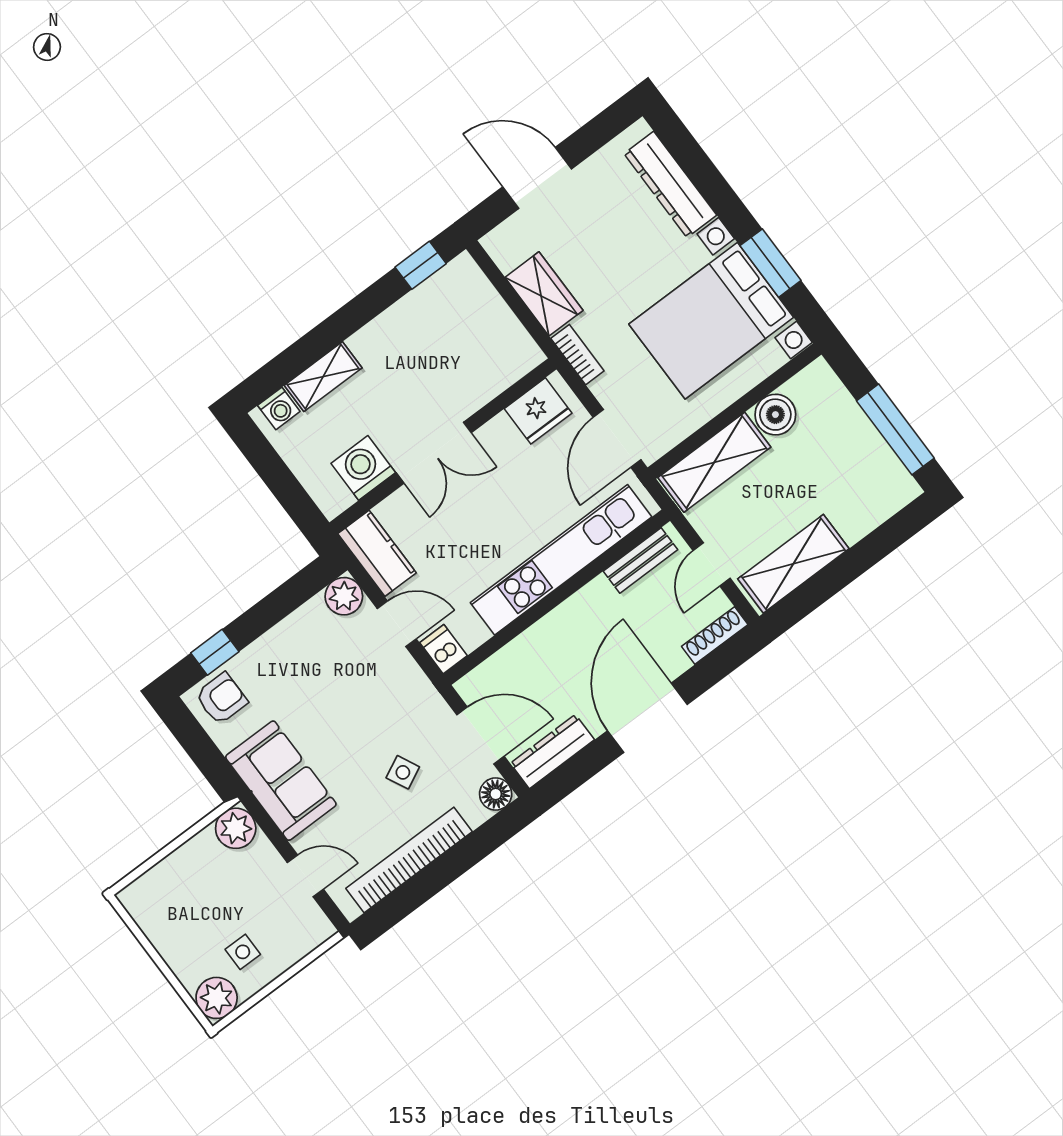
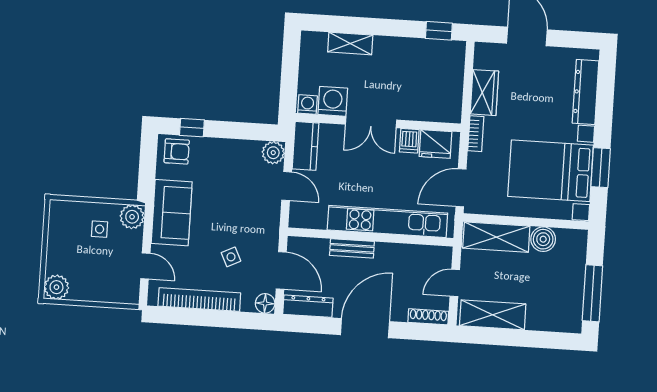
washing machine: (279, 408) -> (307, 105), moved, turned 180
bench: (640, 560) -> (352, 248), moved
dishwasher: (443, 649) -> (409, 141), moved, turned 180
side table: (243, 952) -> (100, 229), moved

